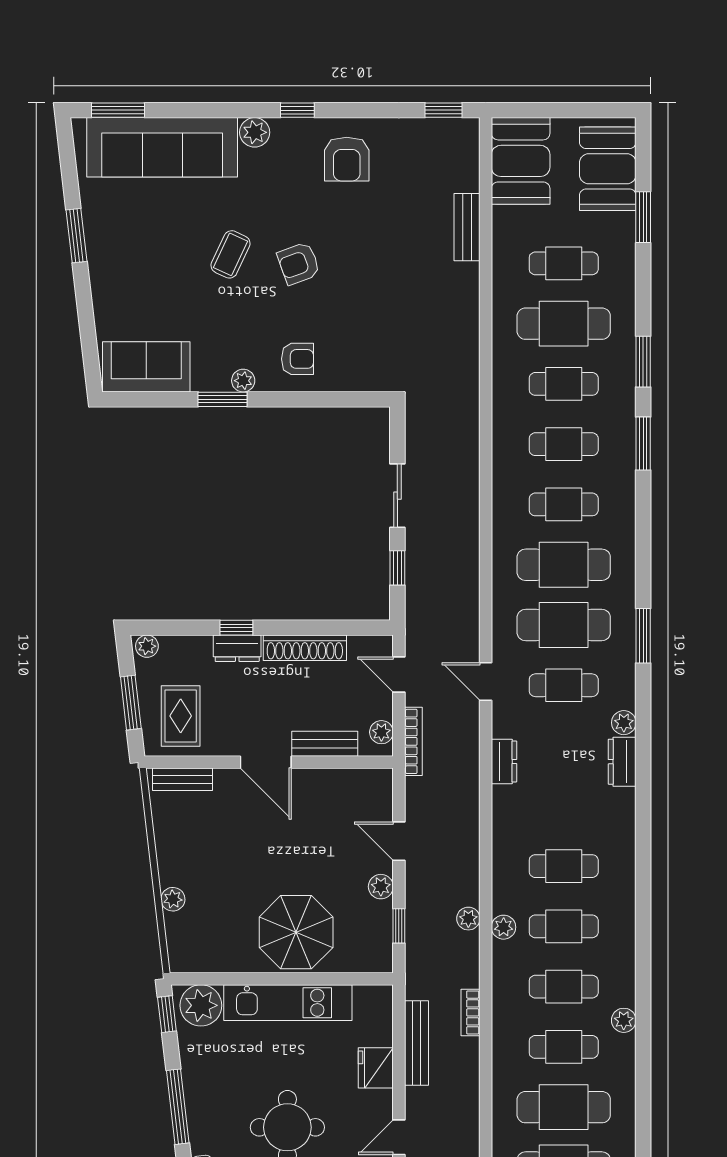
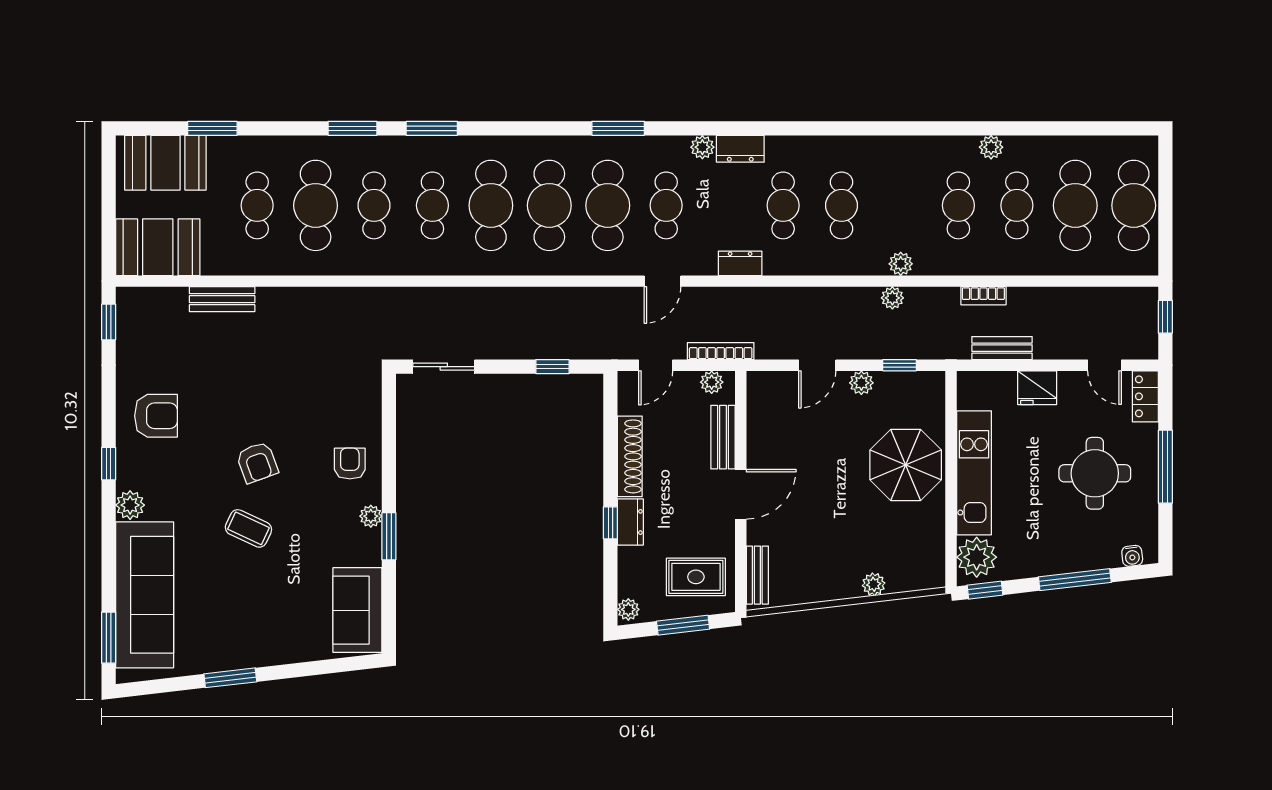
sliding door: (397, 496) -> (444, 367), moved
cafe table: (564, 504) -> (491, 205), width x1.37, depth x1.35
cafe table: (564, 926) -> (783, 205), moved
bench: (417, 1043) -> (1002, 348), width x0.73

